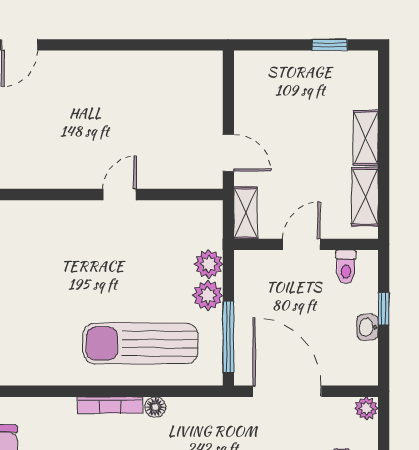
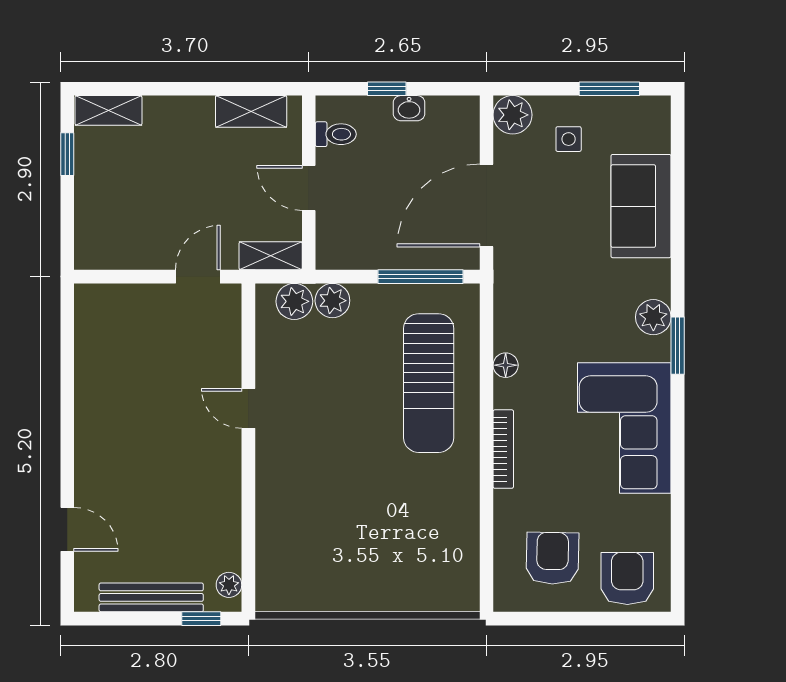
shelving: (366, 138) -> (108, 110), moved
plant: (208, 295) -> (294, 301), moved
bookcase: (110, 405) -> (503, 449), moved
plant: (366, 408) -> (513, 115), width x1.38, depth x1.38

